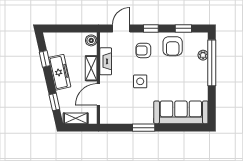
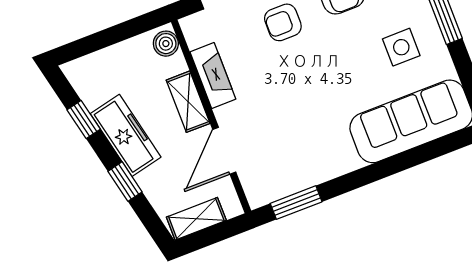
side table: (140, 81) -> (401, 47), moved
window: (54, 102) -> (125, 182), moved
window: (144, 128) -> (296, 203), moved

